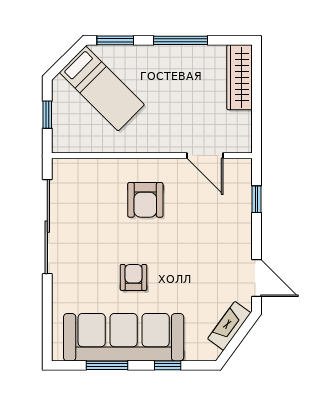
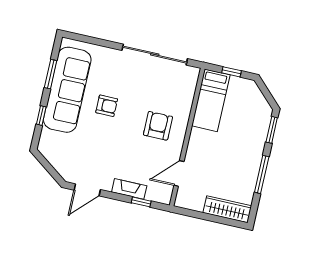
bed: (102, 88) -> (211, 100), moved, turned -45
armchair: (145, 200) -> (158, 126), turned 90
fireplace: (229, 326) -> (129, 189), moved, turned -36

